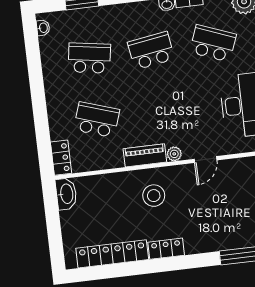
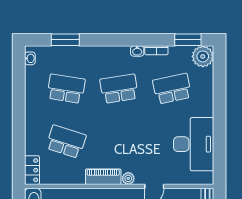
school desk: (213, 43) -> (172, 89), turned -33

